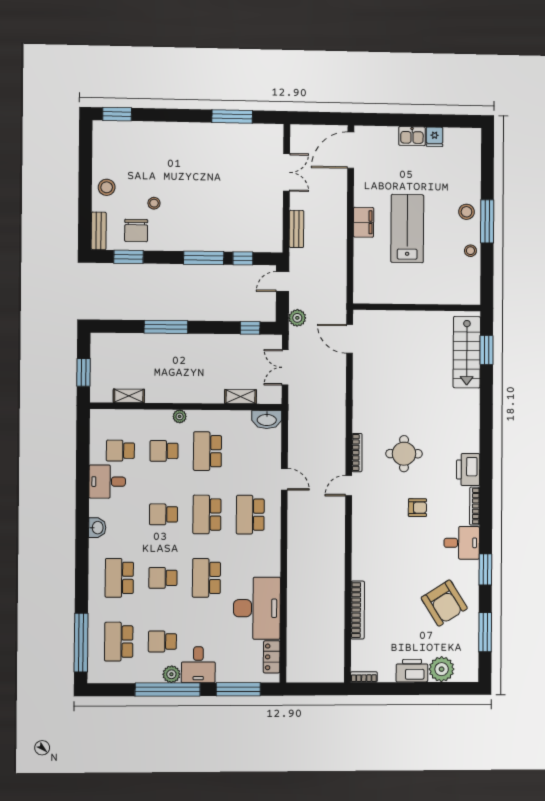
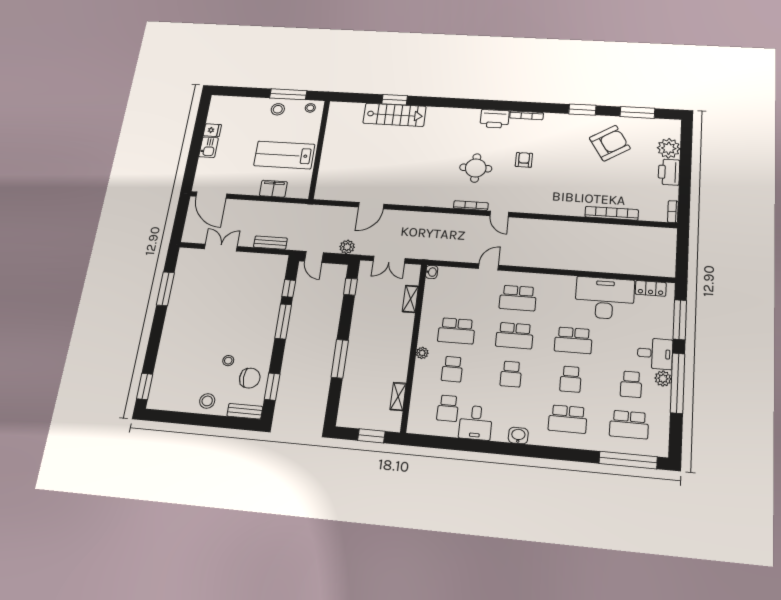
wall: (417, 307) -> (319, 149), moved
washbasin: (267, 419) -> (432, 272), width x0.52, depth x0.69
desk: (462, 543) -> (558, 127), removed

